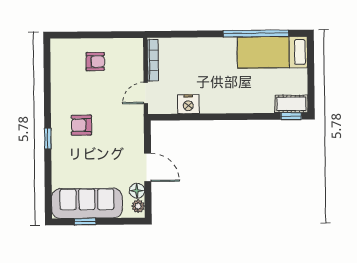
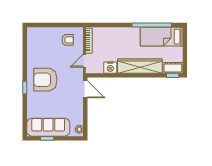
armchair: (95, 62) -> (68, 40), moved
wardrobe: (237, 101) -> (140, 66), added
armchair: (81, 125) -> (45, 80), width x1.88, depth x1.88
door: (148, 167) -> (85, 89), moved
floor lamp: (137, 191) -> (79, 120), removed

